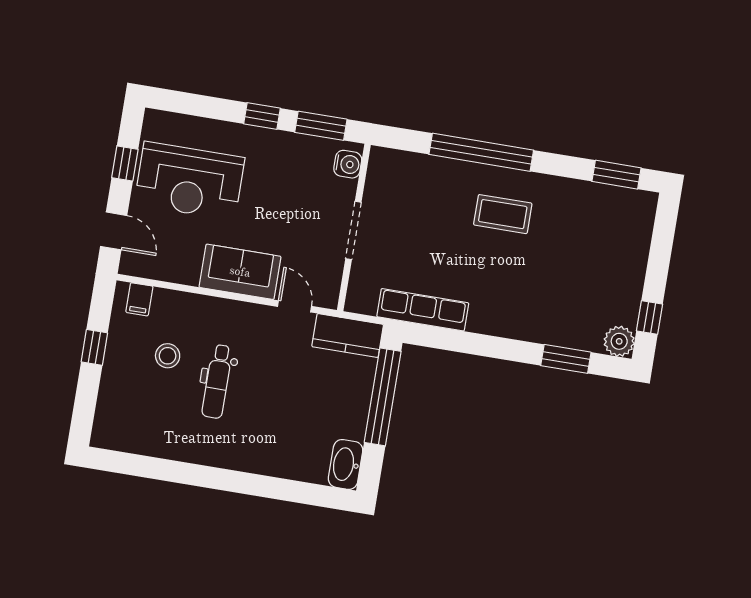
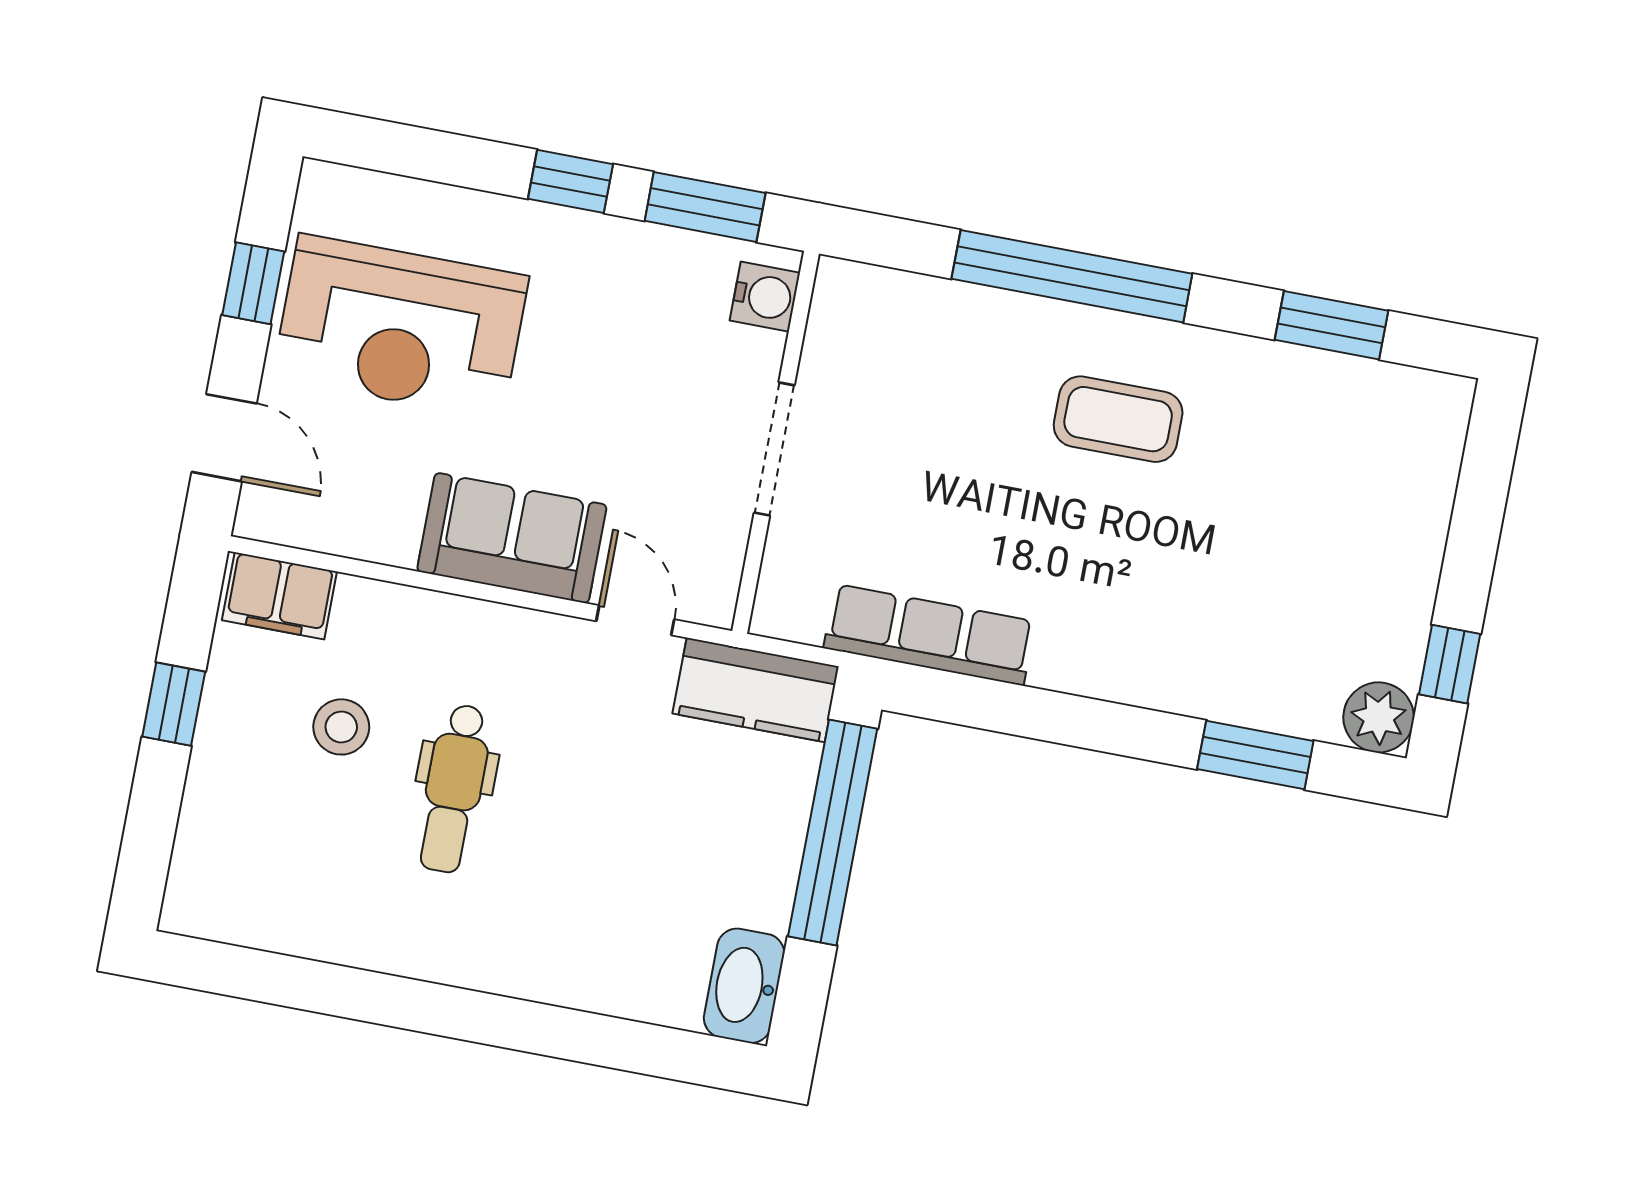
window: (616, 175) -> (1332, 325), moved
filing cabinet: (139, 299) -> (279, 596), width x2.00

